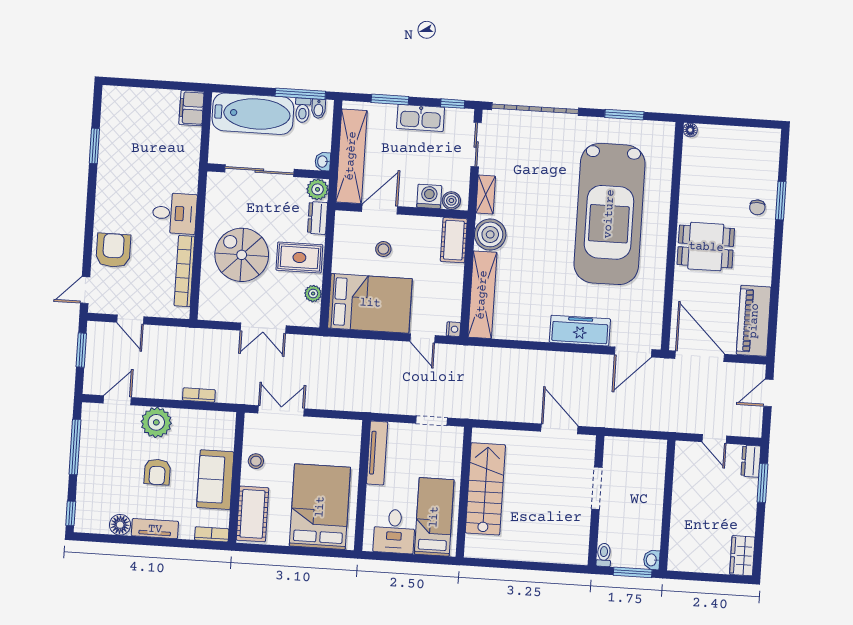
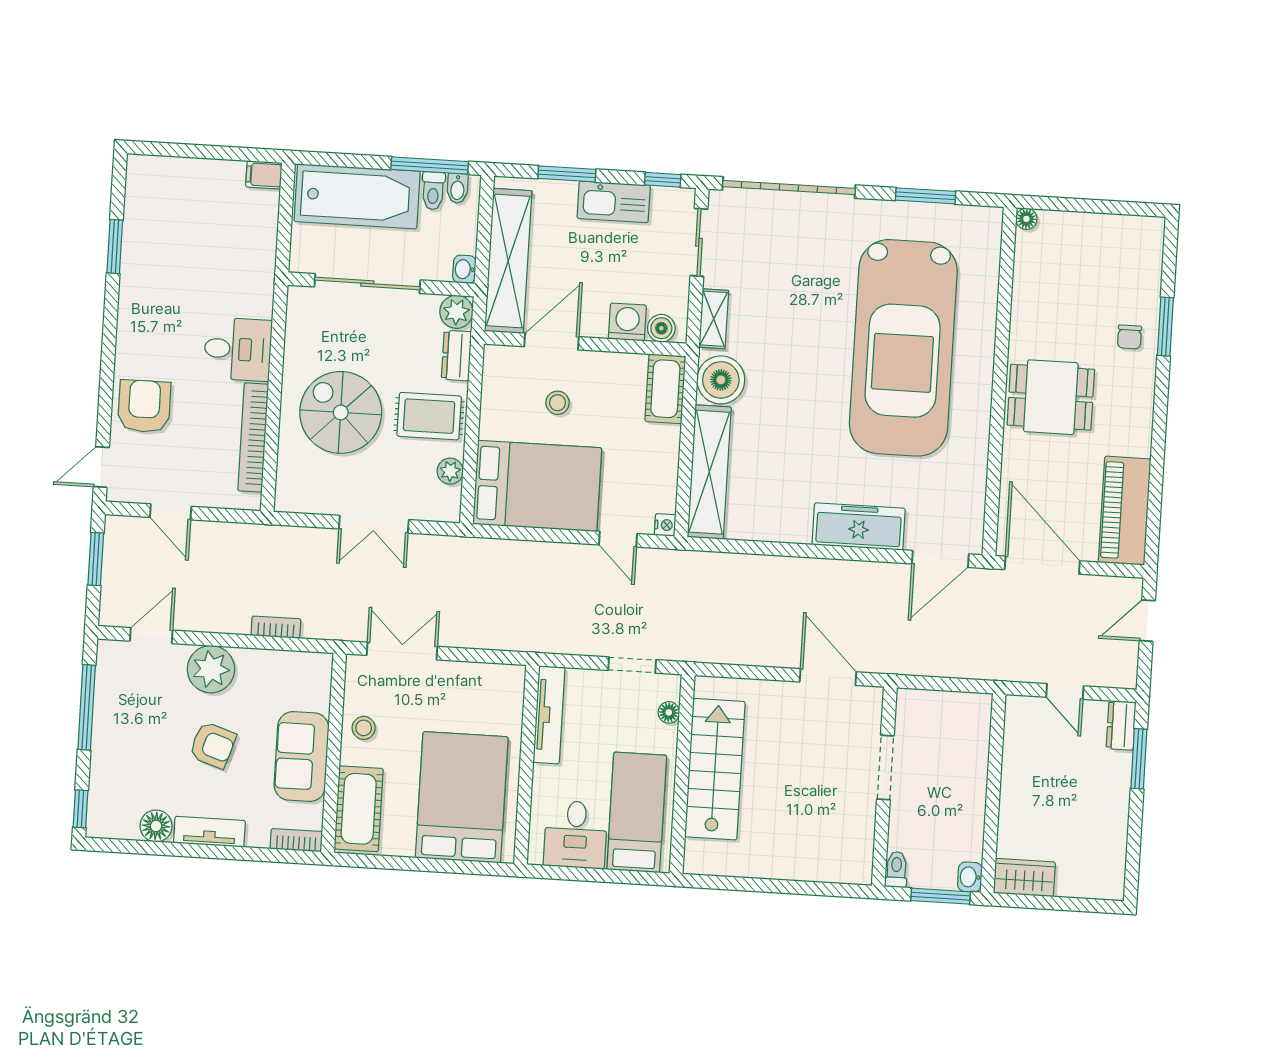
filing cabinet: (191, 108) -> (264, 175), width x0.50
floor lamp: (455, 452) -> (669, 712), added
armchair: (157, 472) -> (213, 745), turned -72
wardrobe: (742, 556) -> (1024, 878), moved, turned 90

